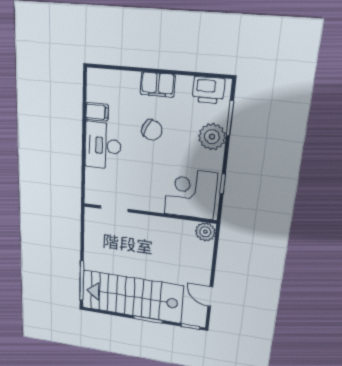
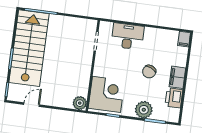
printer: (208, 90) -> (174, 98), moved
filing cabinet: (97, 112) -> (184, 39), moved
desk: (103, 146) -> (128, 36), moved

